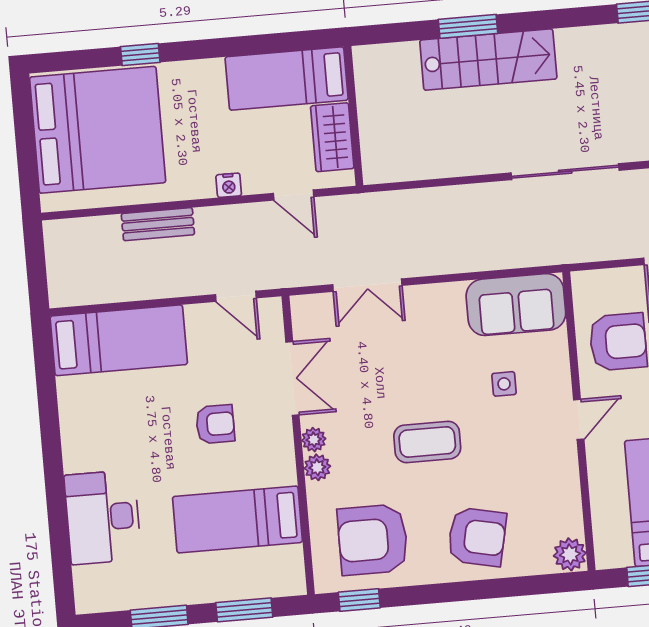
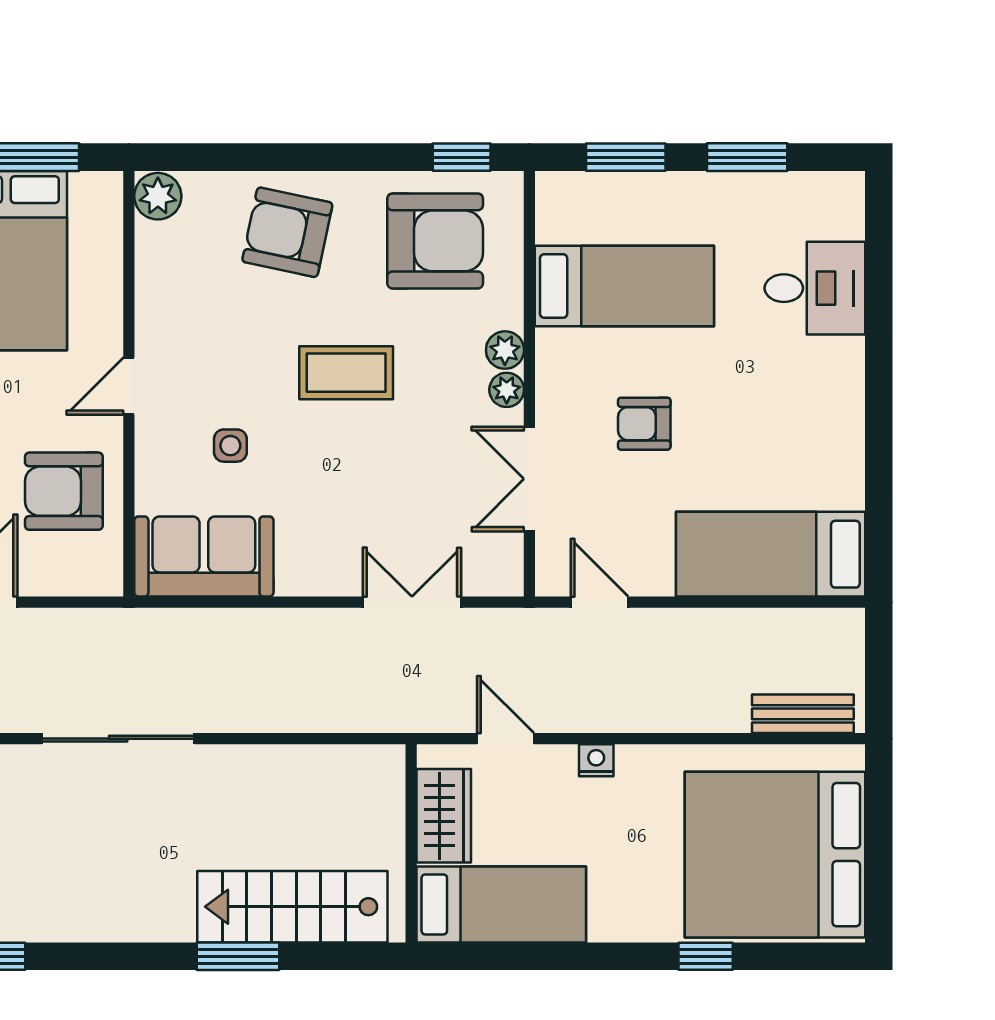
stairs: (488, 60) -> (292, 907), moved
bench: (158, 224) -> (803, 714), moved
desk: (103, 517) -> (815, 288), width x0.73

